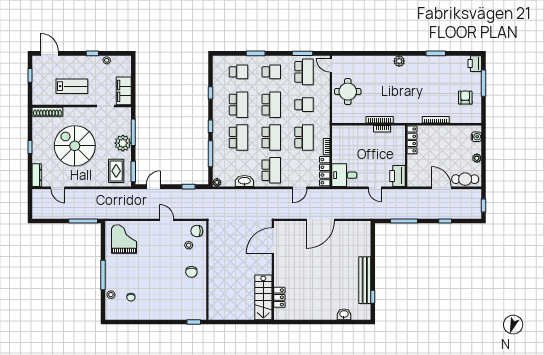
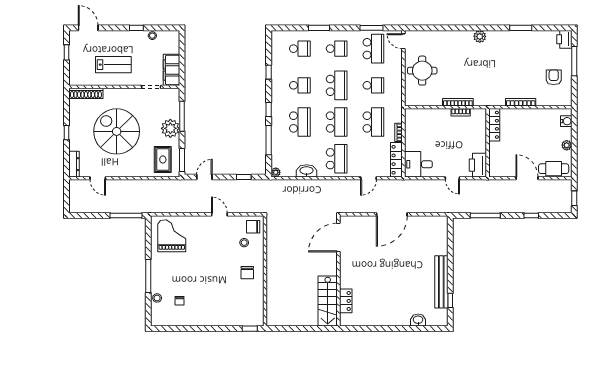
school desk: (238, 105) -> (300, 85), width x0.54

